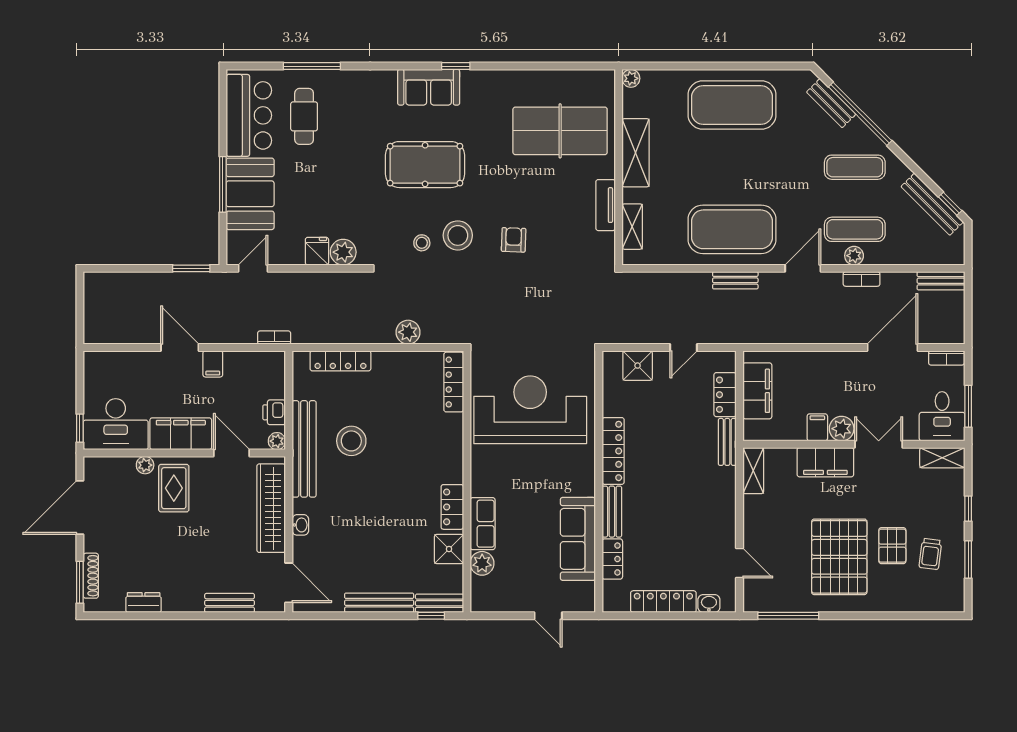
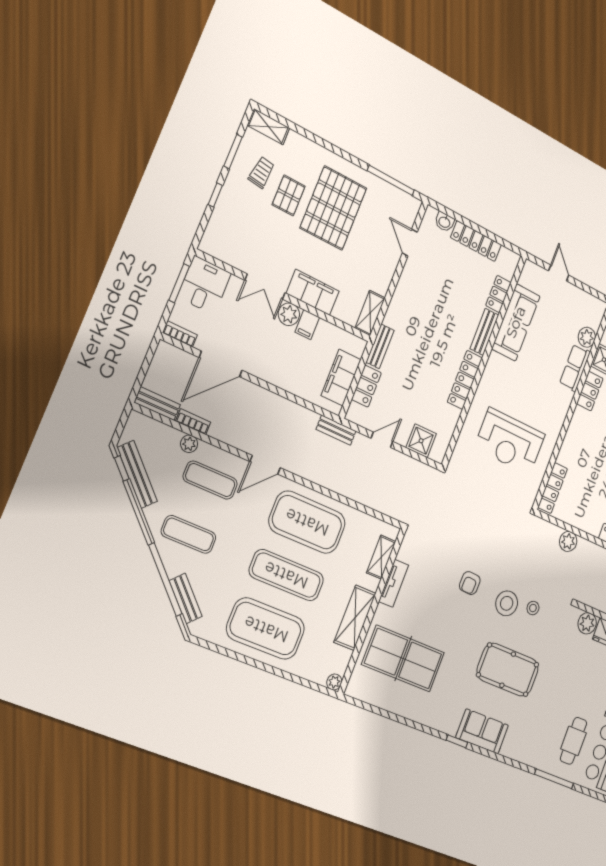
exercise mat: (732, 167) -> (286, 575), added
plant: (854, 256) -> (189, 444), moved
bookcase: (862, 279) -> (193, 422), moved
bench: (735, 280) -> (336, 430), moved
reception desk: (530, 410) -> (510, 441), width x0.74, depth x0.77
shelving: (942, 458) -> (268, 127), moved

